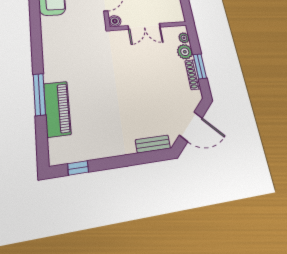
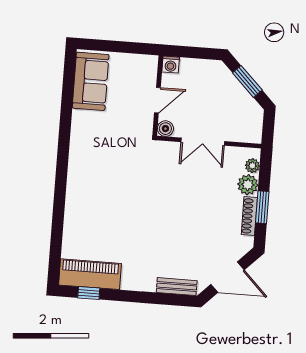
window: (39, 94) -> (59, 206), removed
piano: (57, 109) -> (90, 274), moved, turned -90

